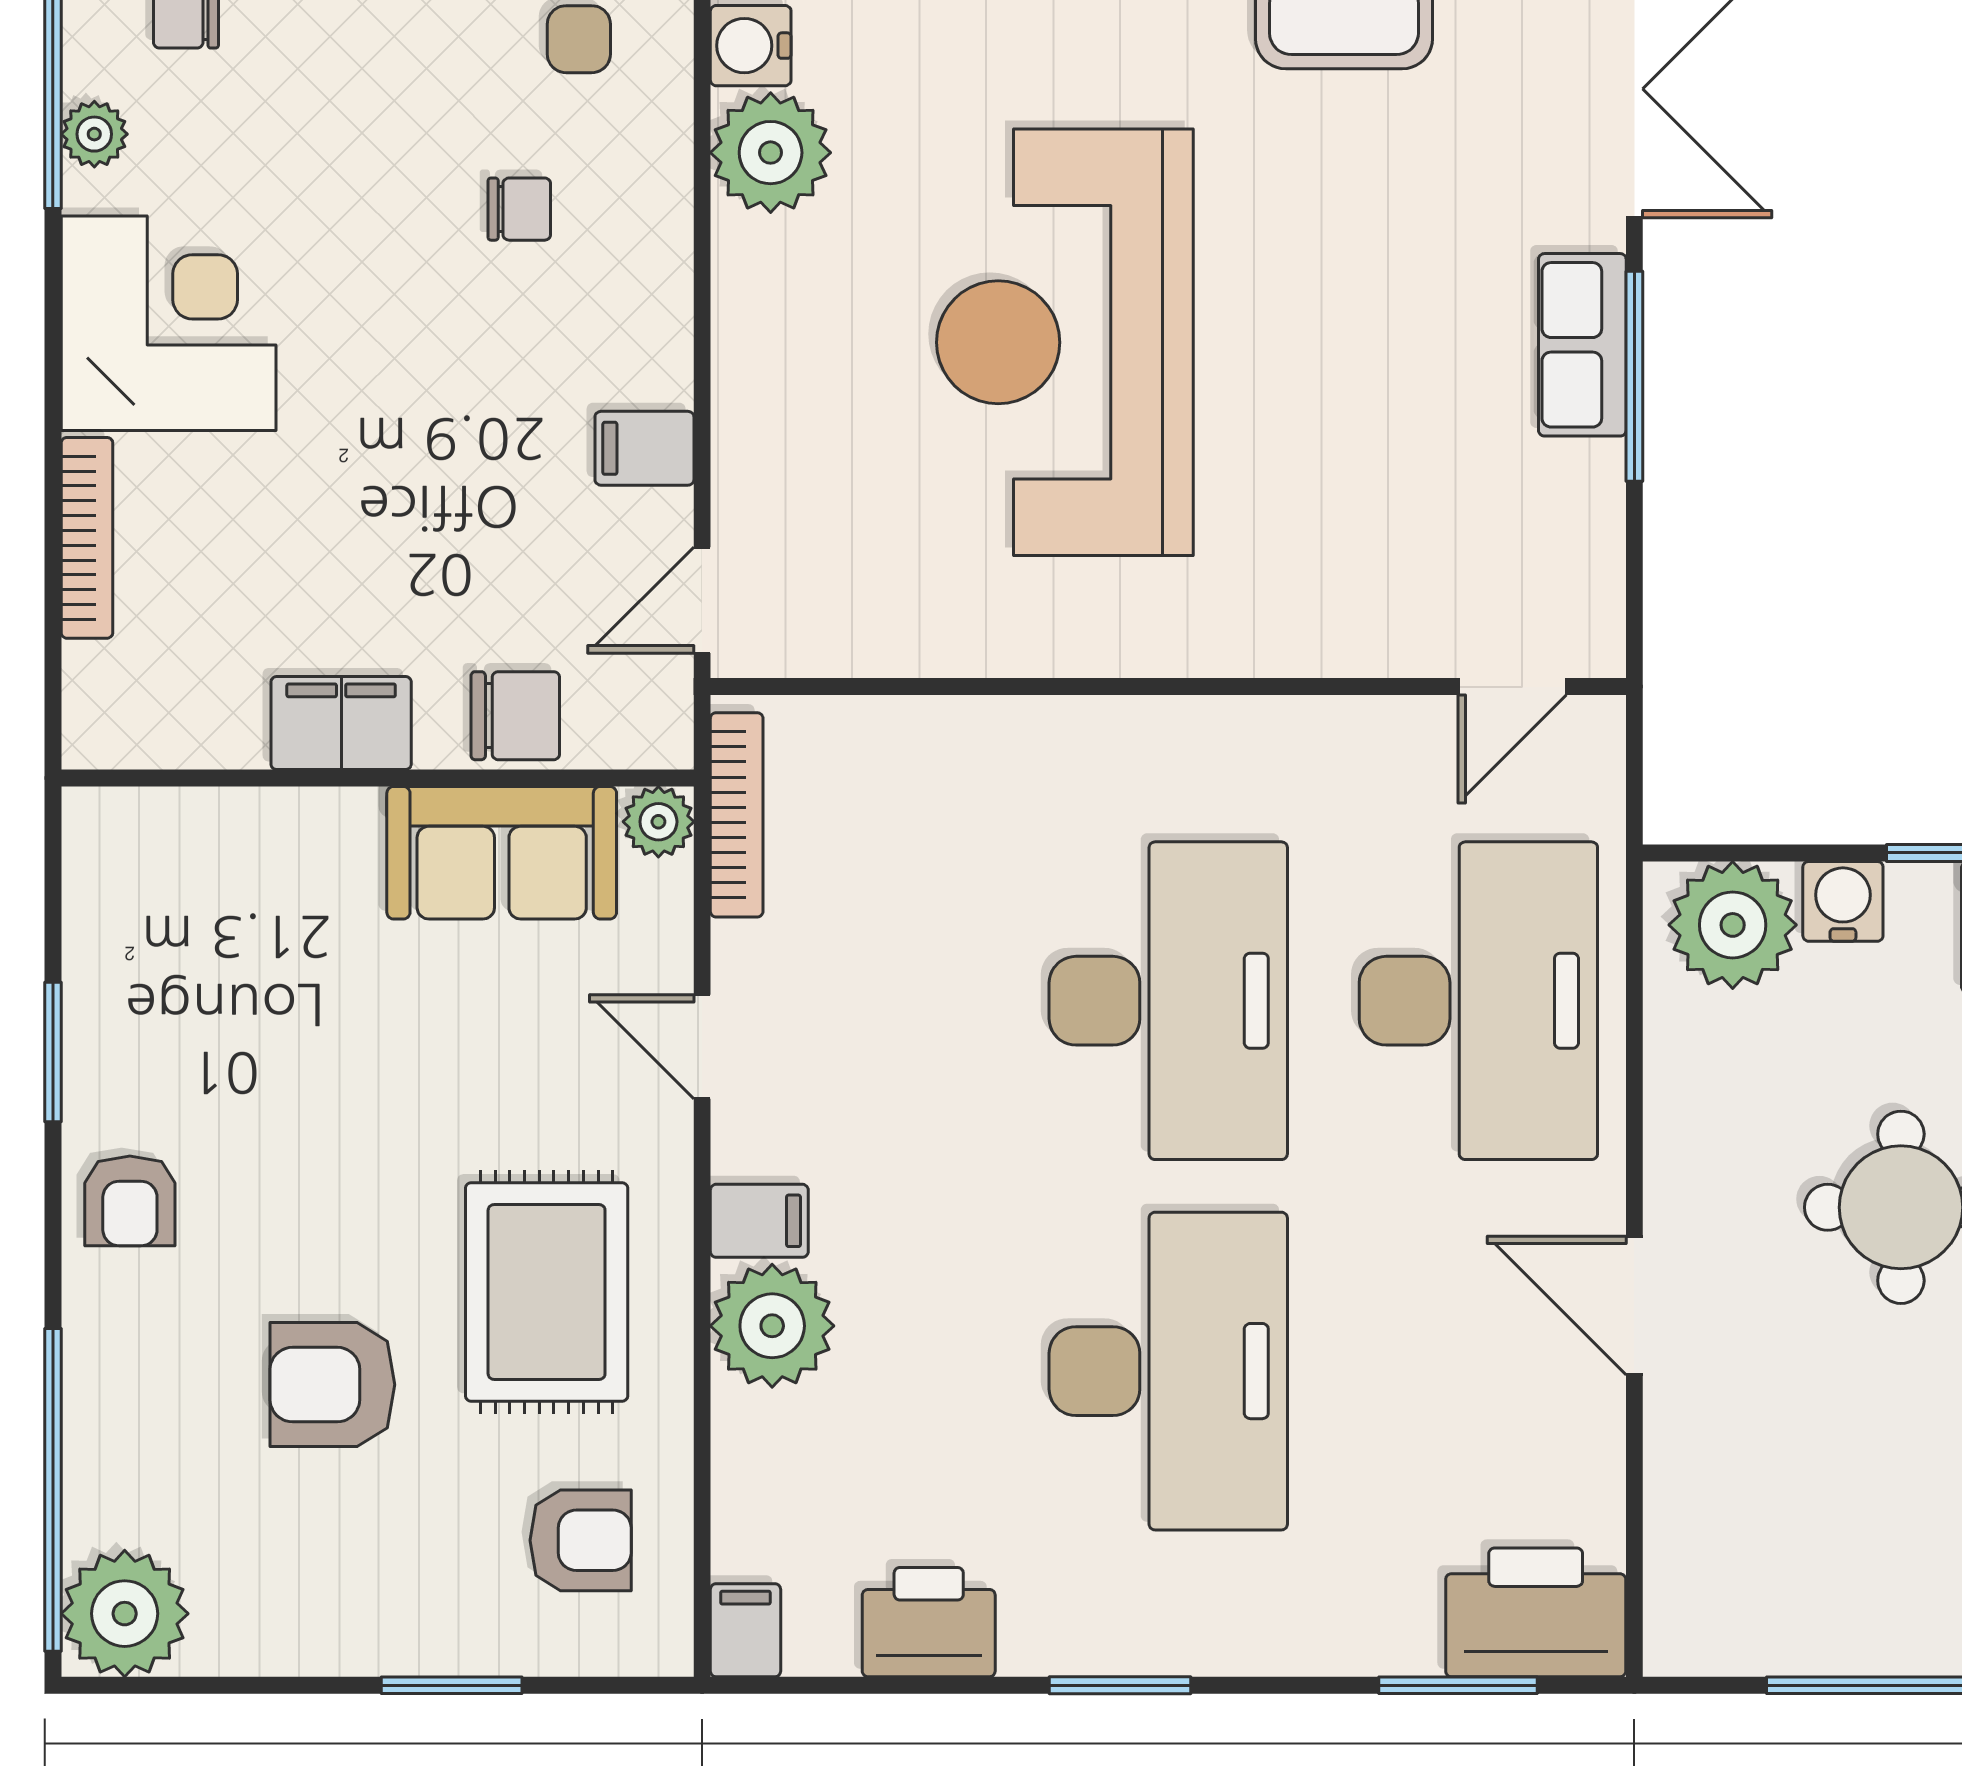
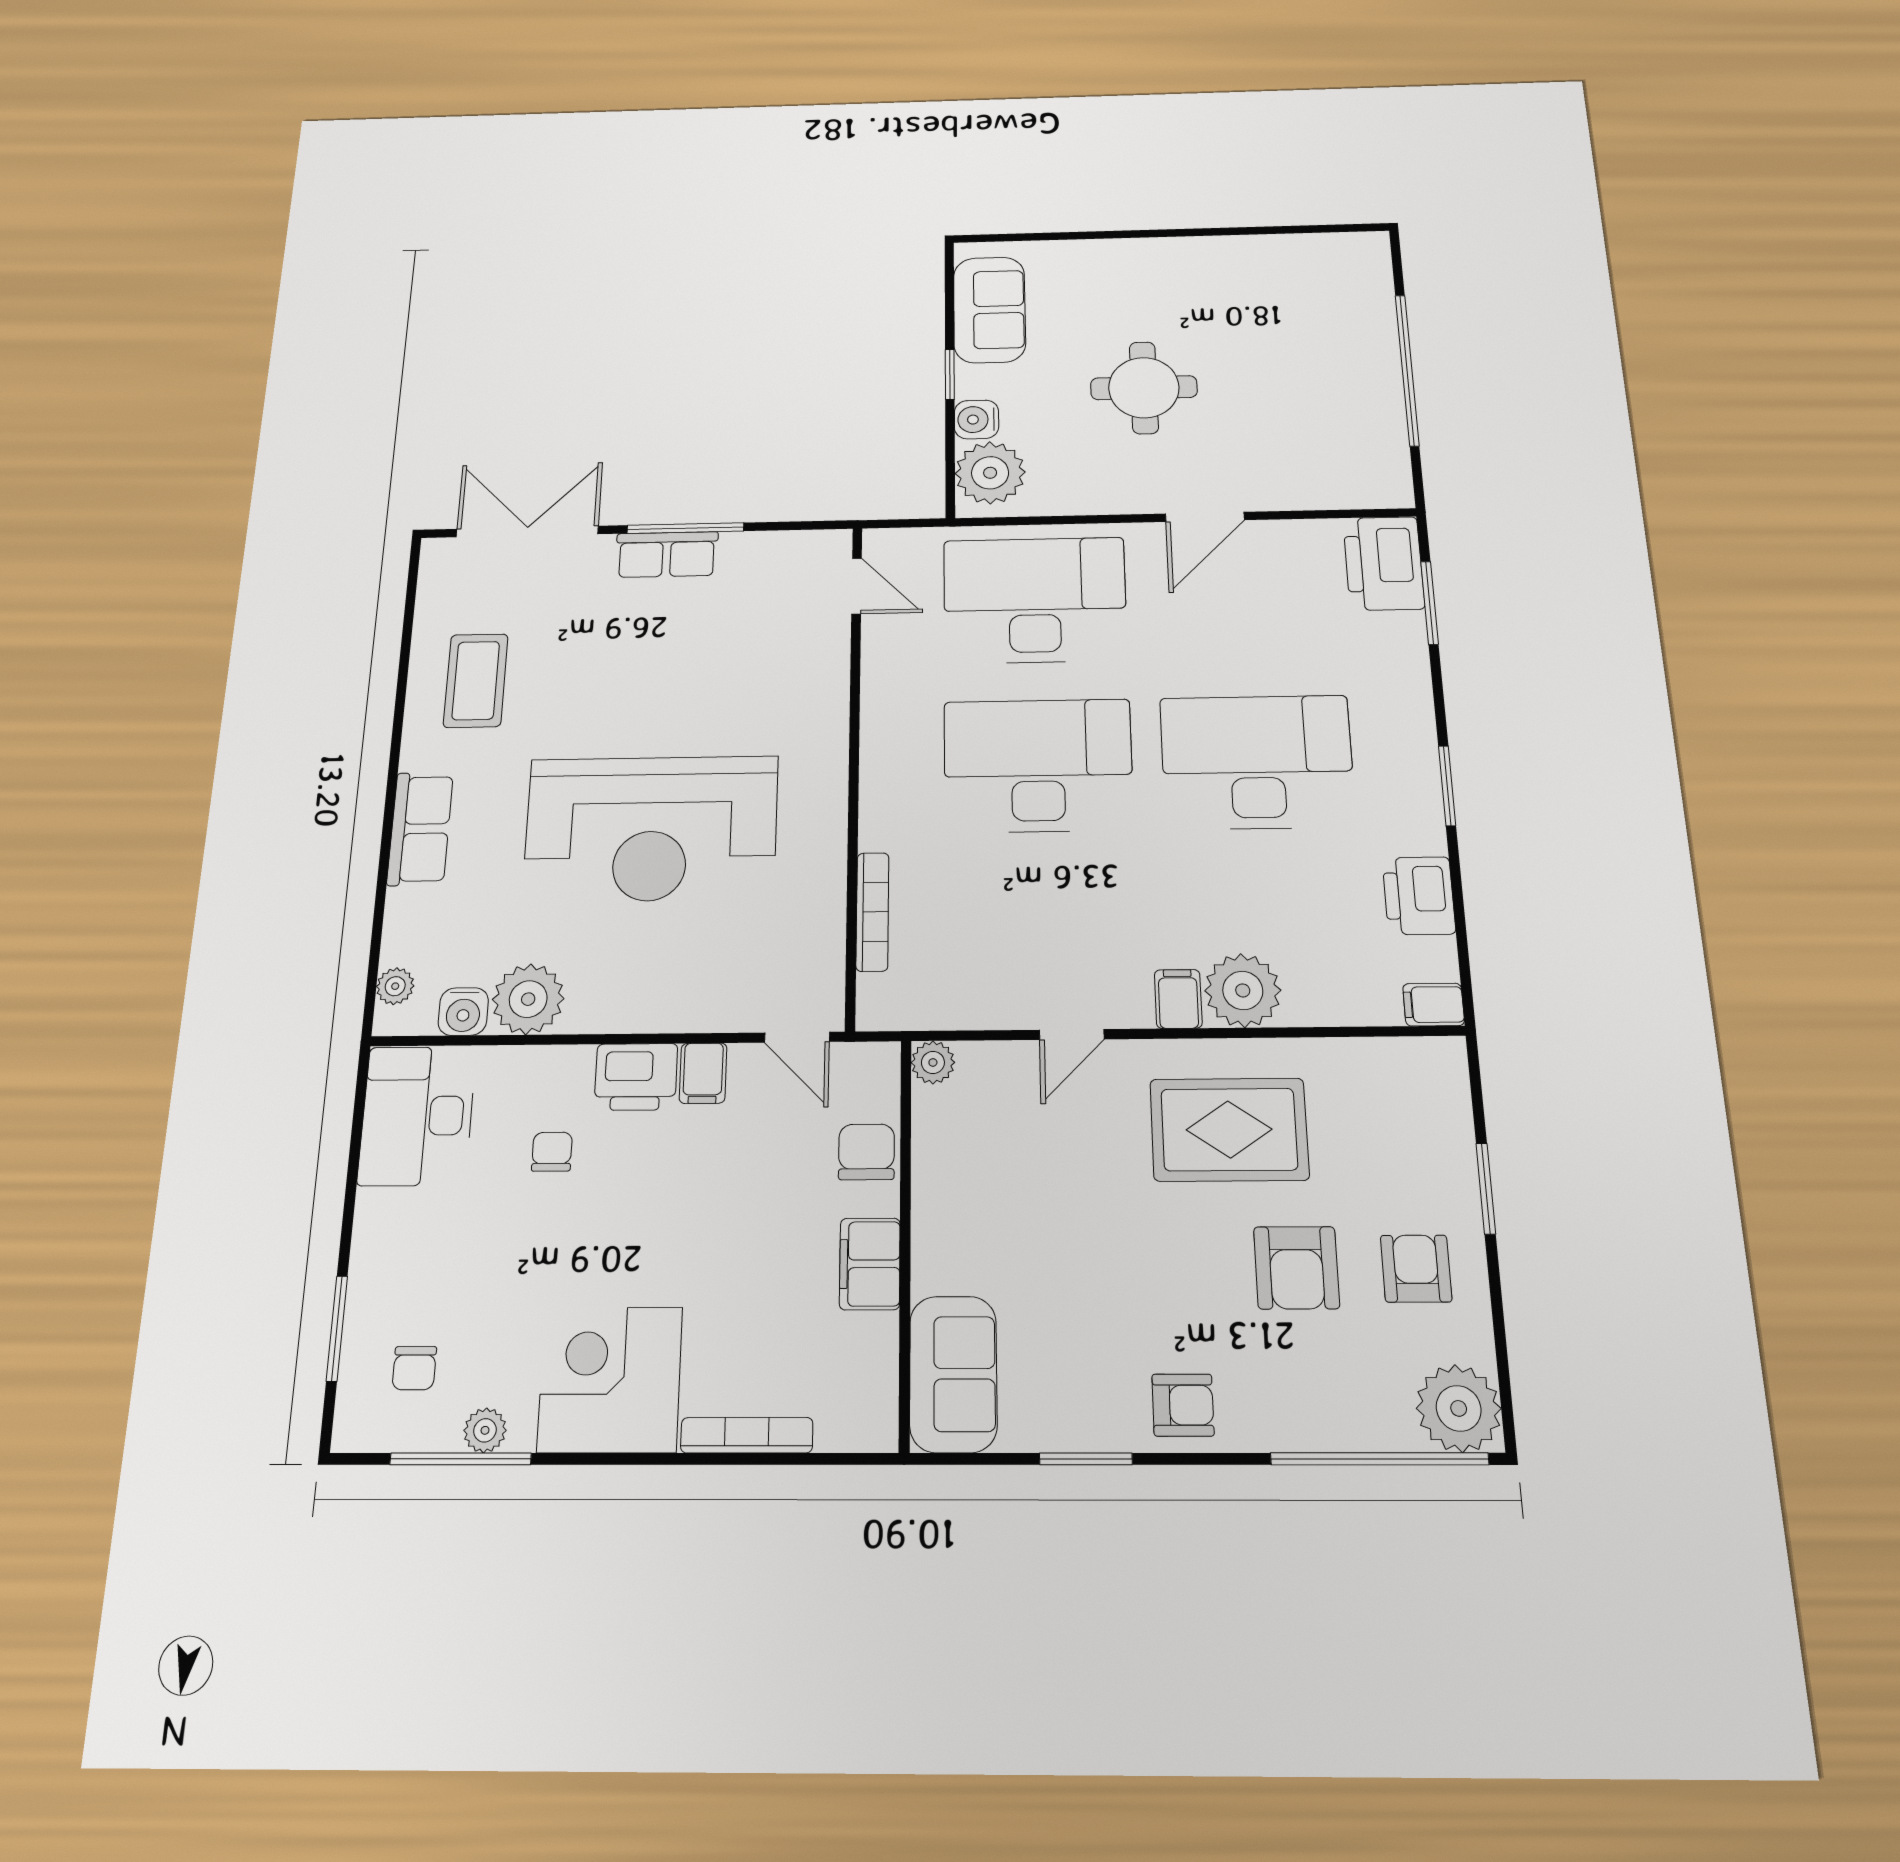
printer: (639, 339) -> (636, 1077), added
bookcase: (737, 815) -> (872, 912), moved, turned 90
sofa: (502, 853) -> (953, 1374), moved
armchair: (581, 1540) -> (1416, 1269), moved

